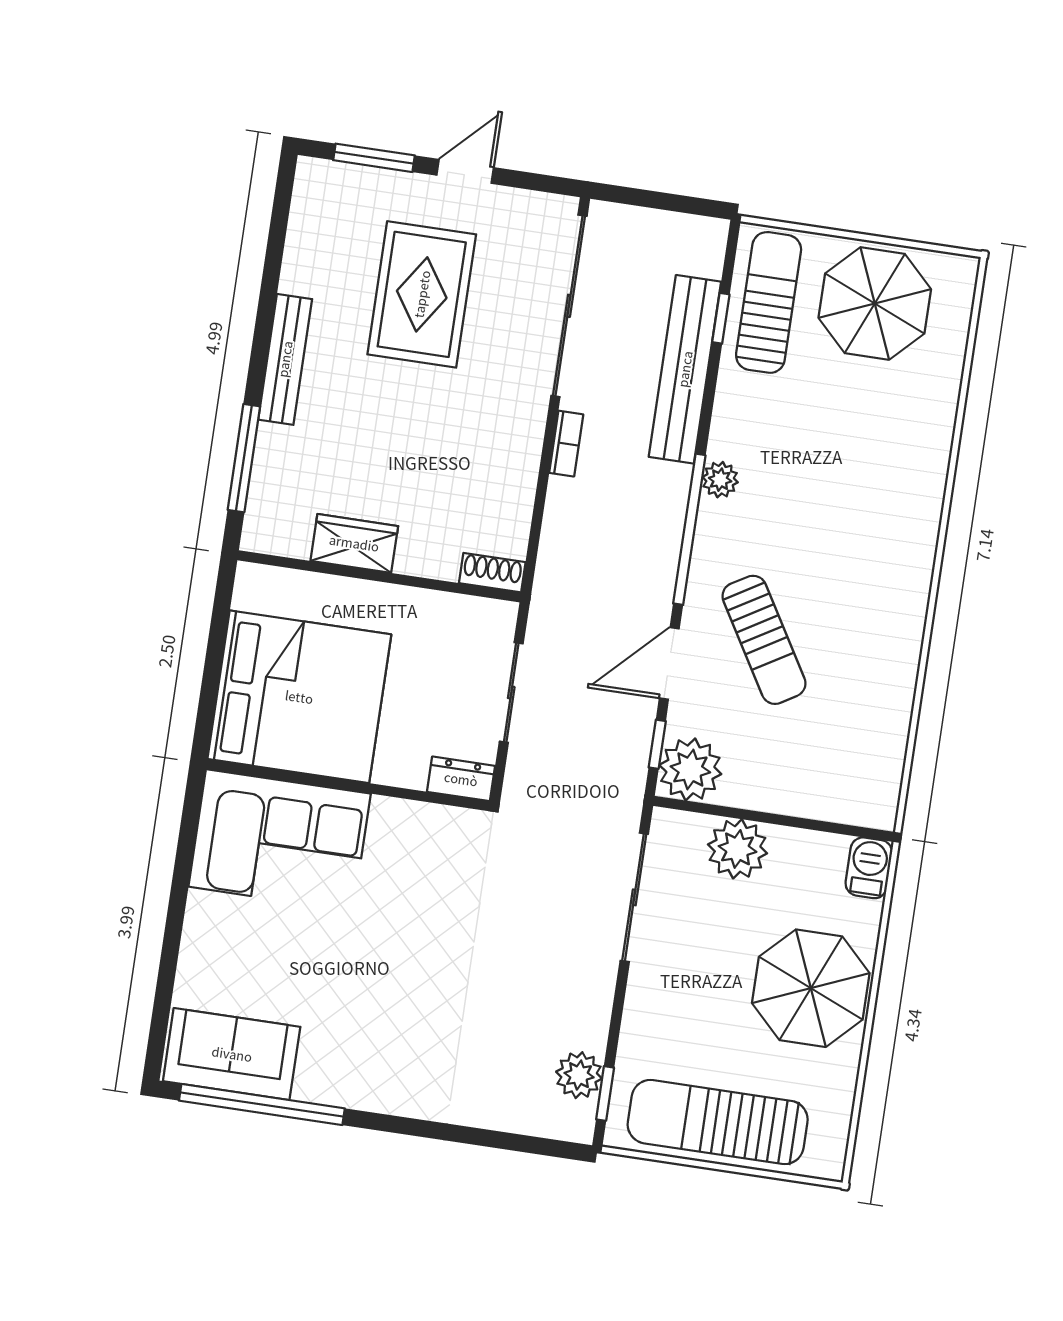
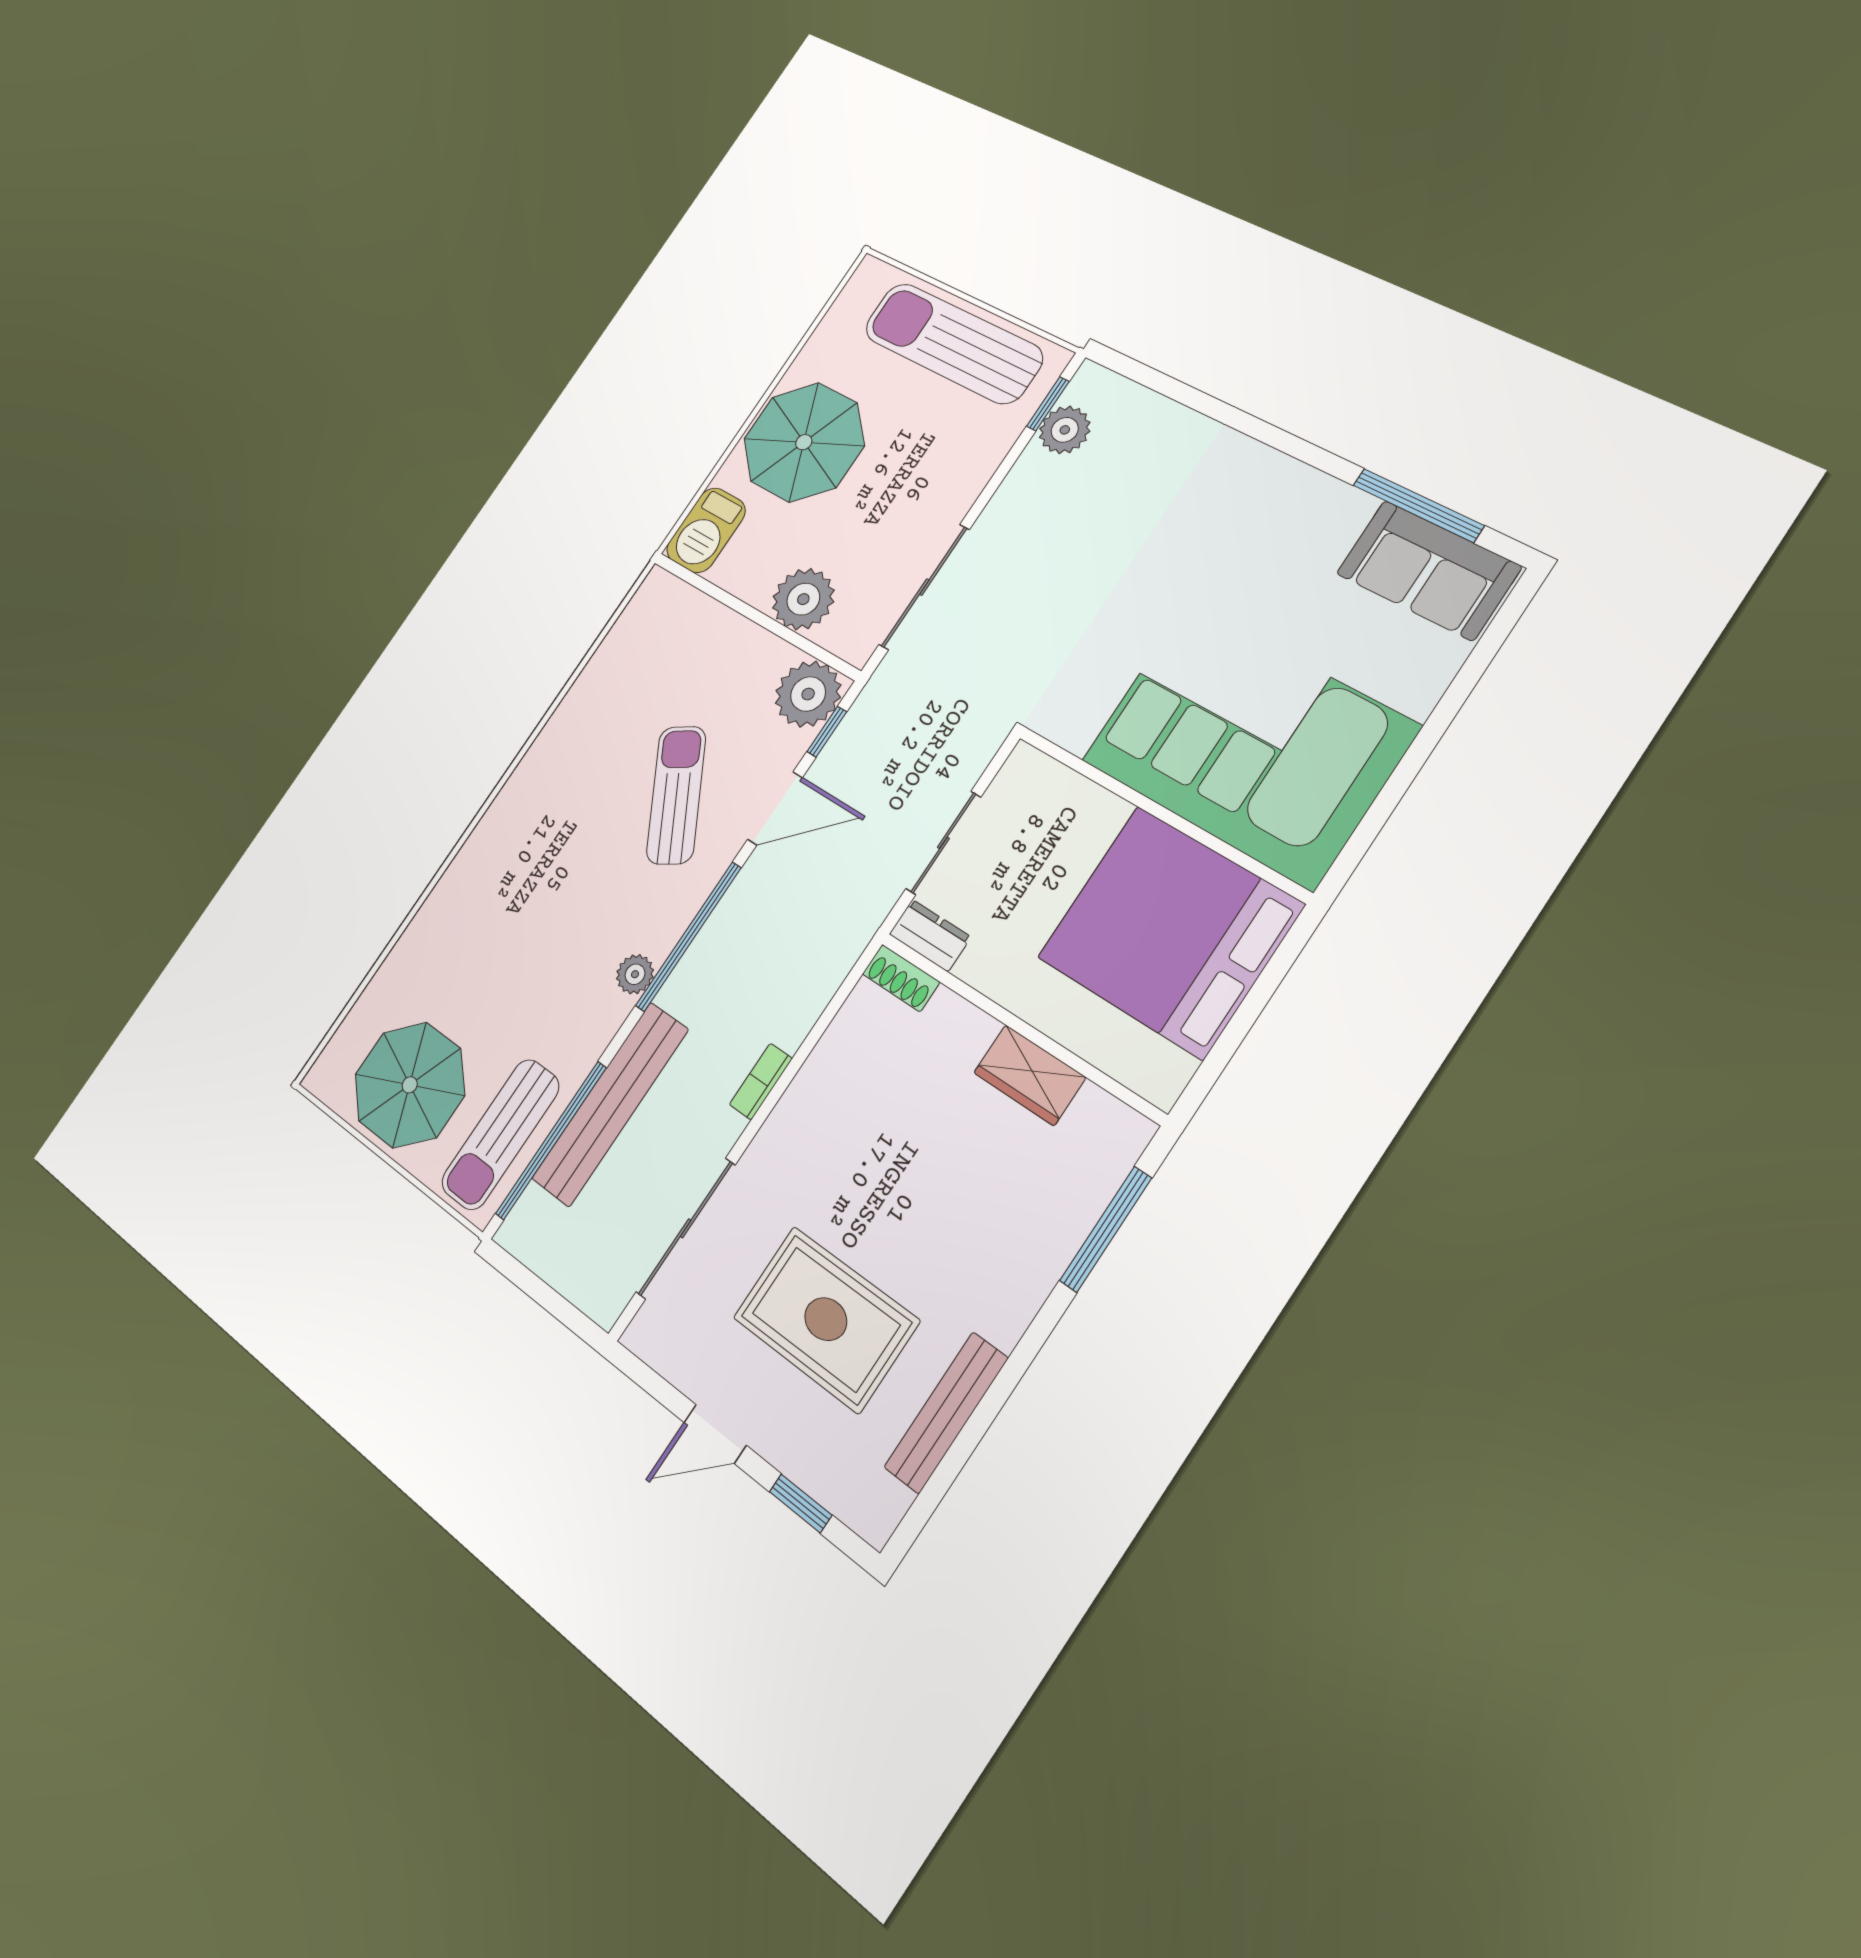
window: (374, 158) -> (801, 1503), width x0.67
rug: (422, 294) -> (826, 1319), turned 90
sliding door: (569, 306) -> (686, 1228), width x0.73
window: (721, 318) -> (551, 1141), width x3.17
bench: (285, 359) -> (946, 1413), moved
dresser: (461, 779) -> (930, 935), moved, turned 180
corner sofa: (280, 840) -> (1249, 743), width x1.36, depth x1.36
barbecue: (869, 868) -> (706, 530), width x1.38, depth x1.27
window: (262, 1105) -> (1418, 505), width x0.68
sun lounger: (718, 1122) -> (953, 343), turned 180

